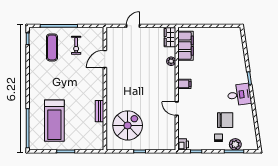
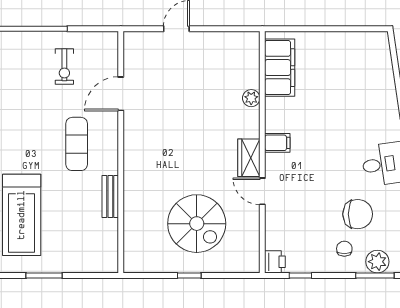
wardrobe: (170, 37) -> (249, 158), moved
exercise mat: (52, 47) -> (77, 144), moved
spiral stairs: (128, 125) -> (197, 224), moved, turned 90

